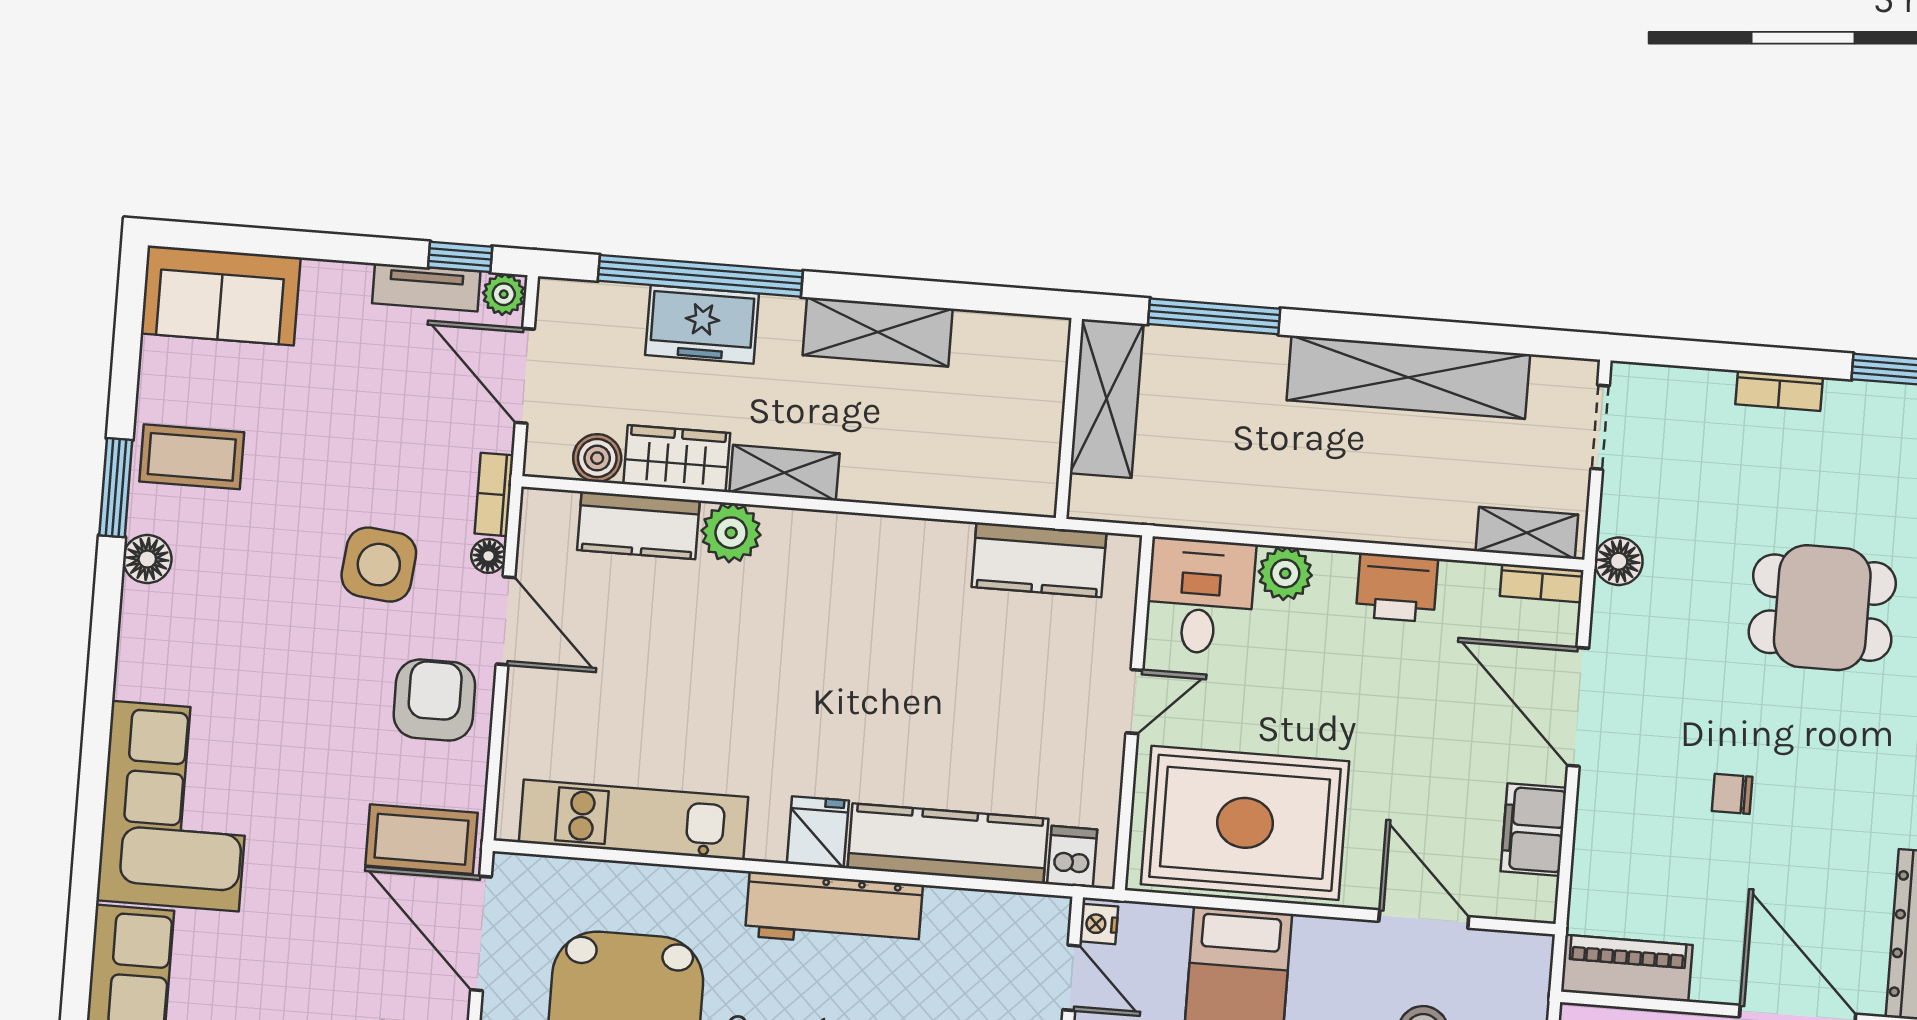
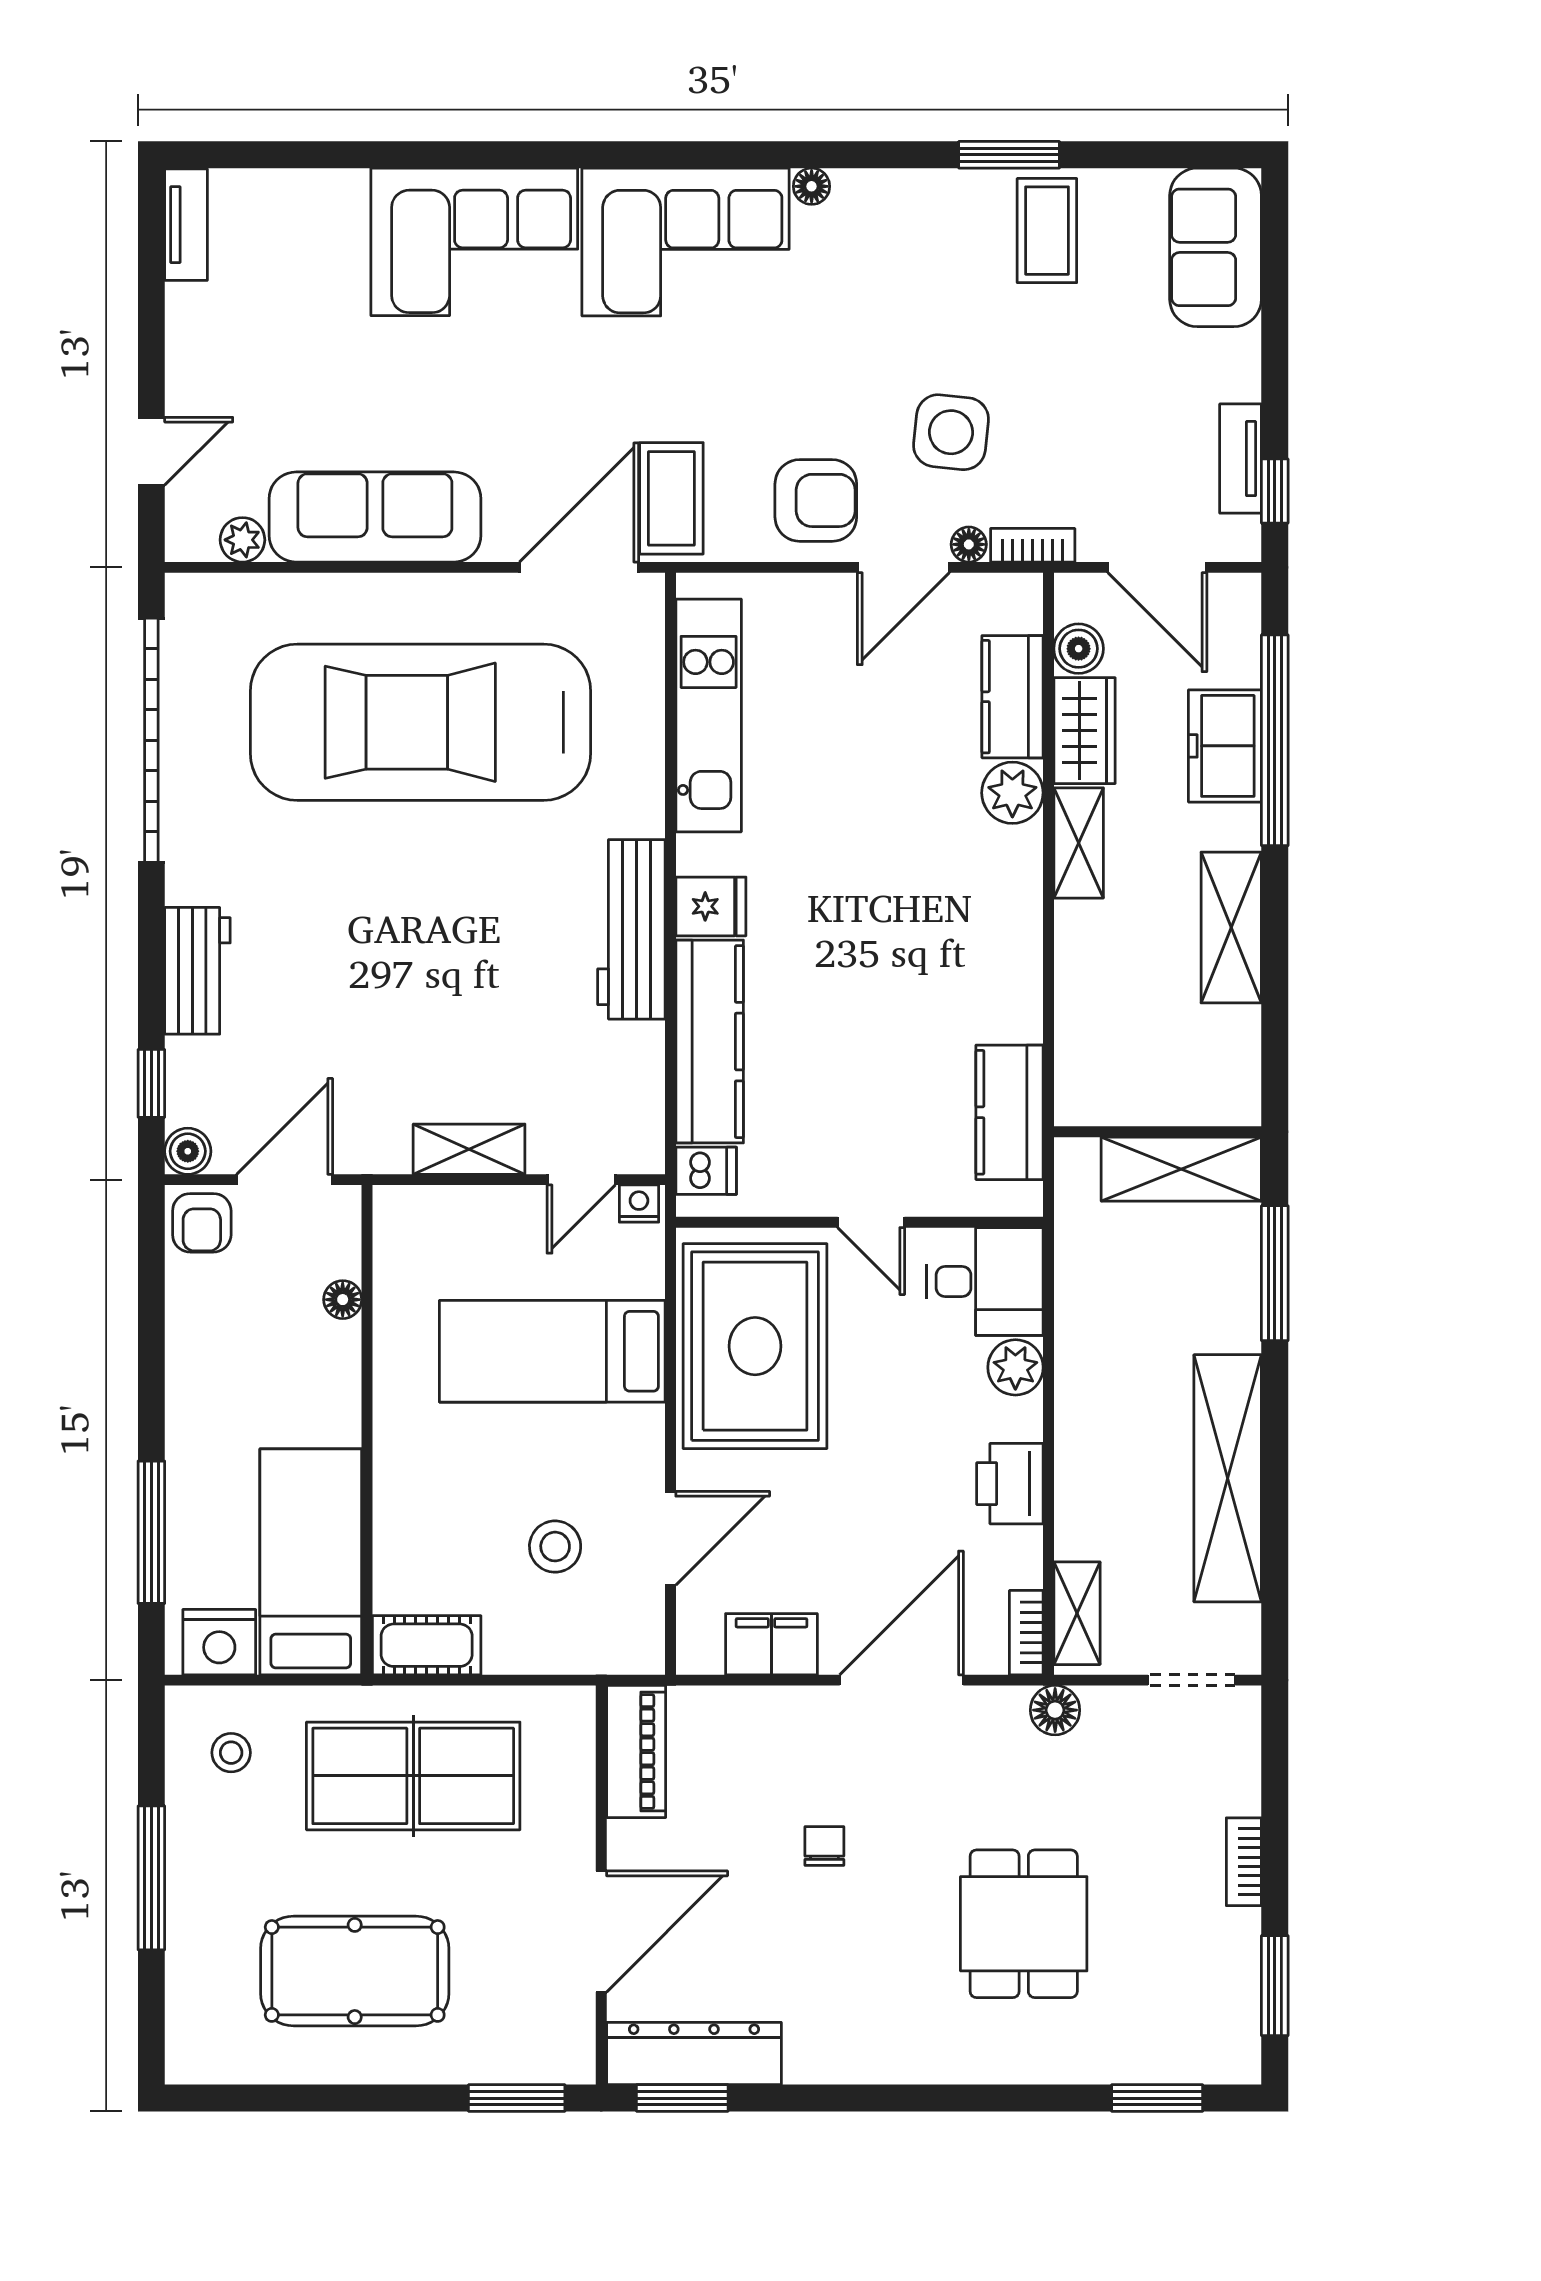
plant: (504, 294) -> (1240, 539), removed
door: (525, 376) -> (1157, 567), swing flipped
floor lamp: (147, 559) -> (812, 186), moved, width x0.73, depth x0.73

